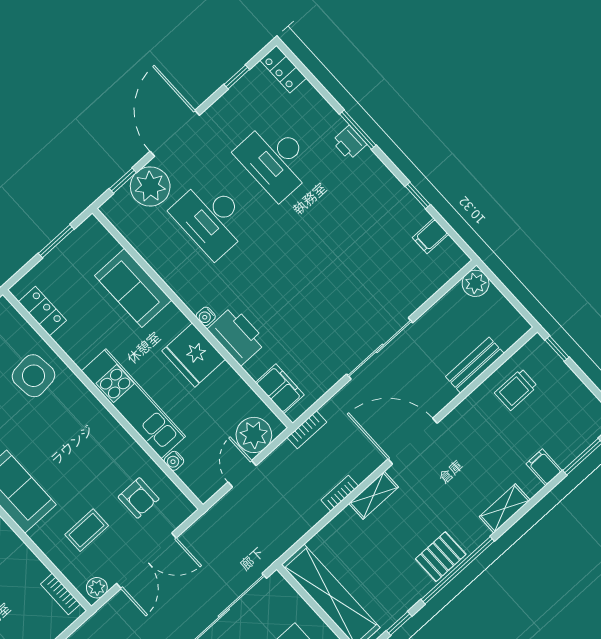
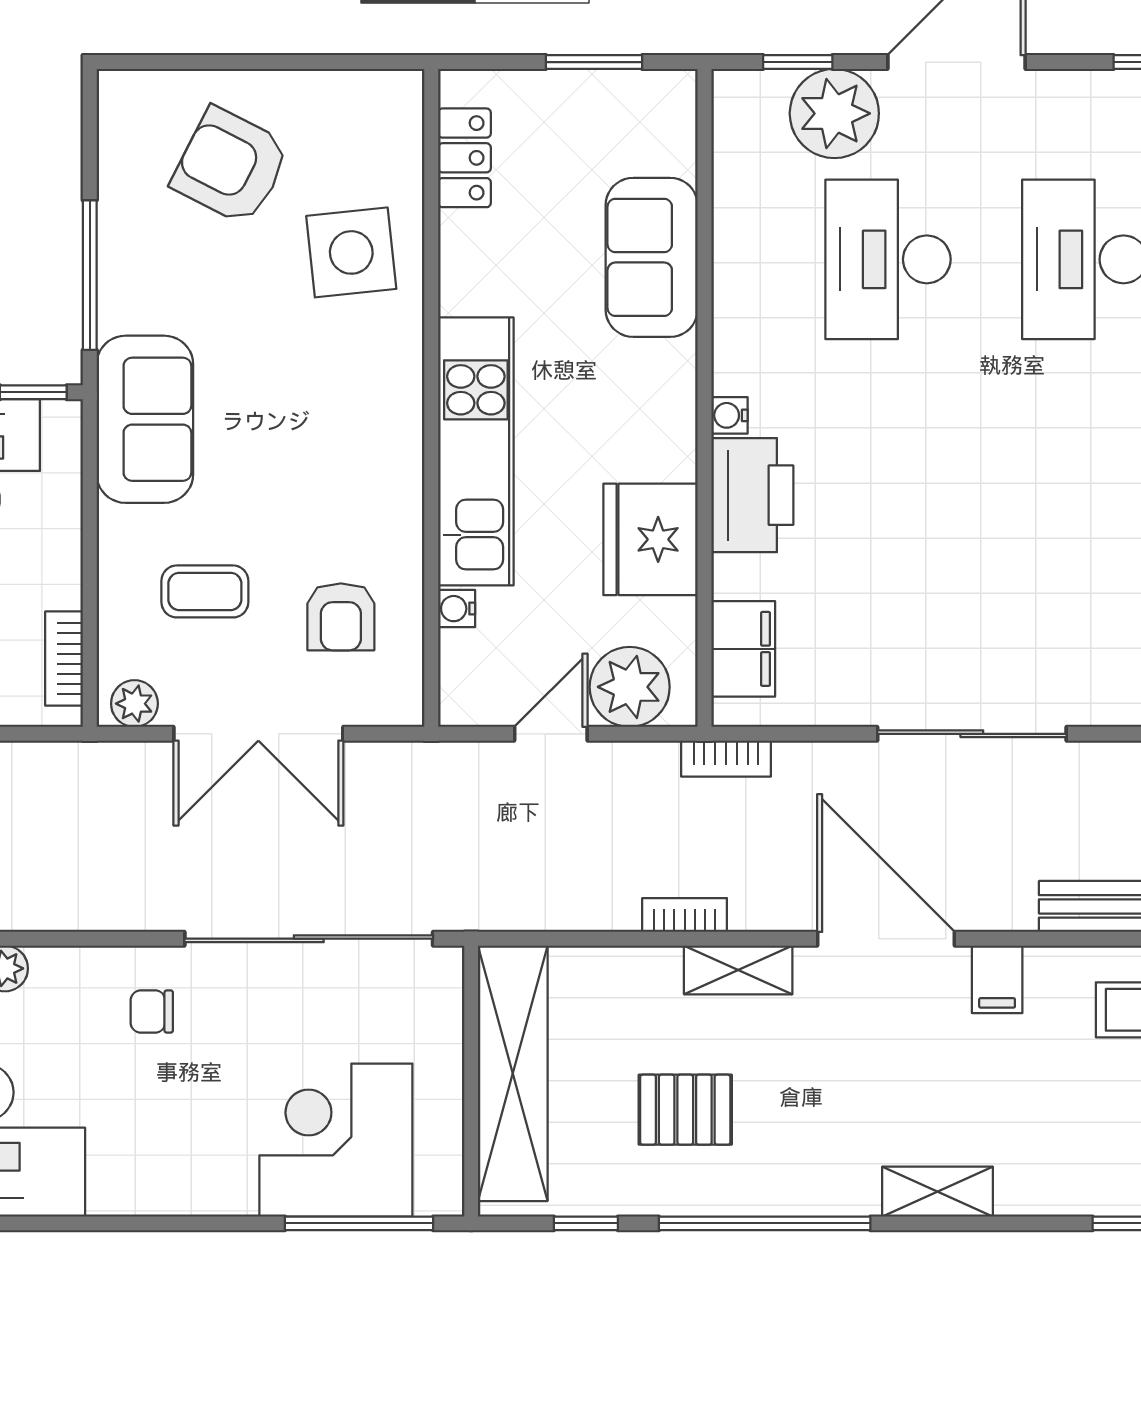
fridge: (194, 355) -> (650, 539), moved
filing cabinet: (544, 467) -> (997, 979), moved, turned 180
pallet: (441, 557) -> (685, 1110), moved

